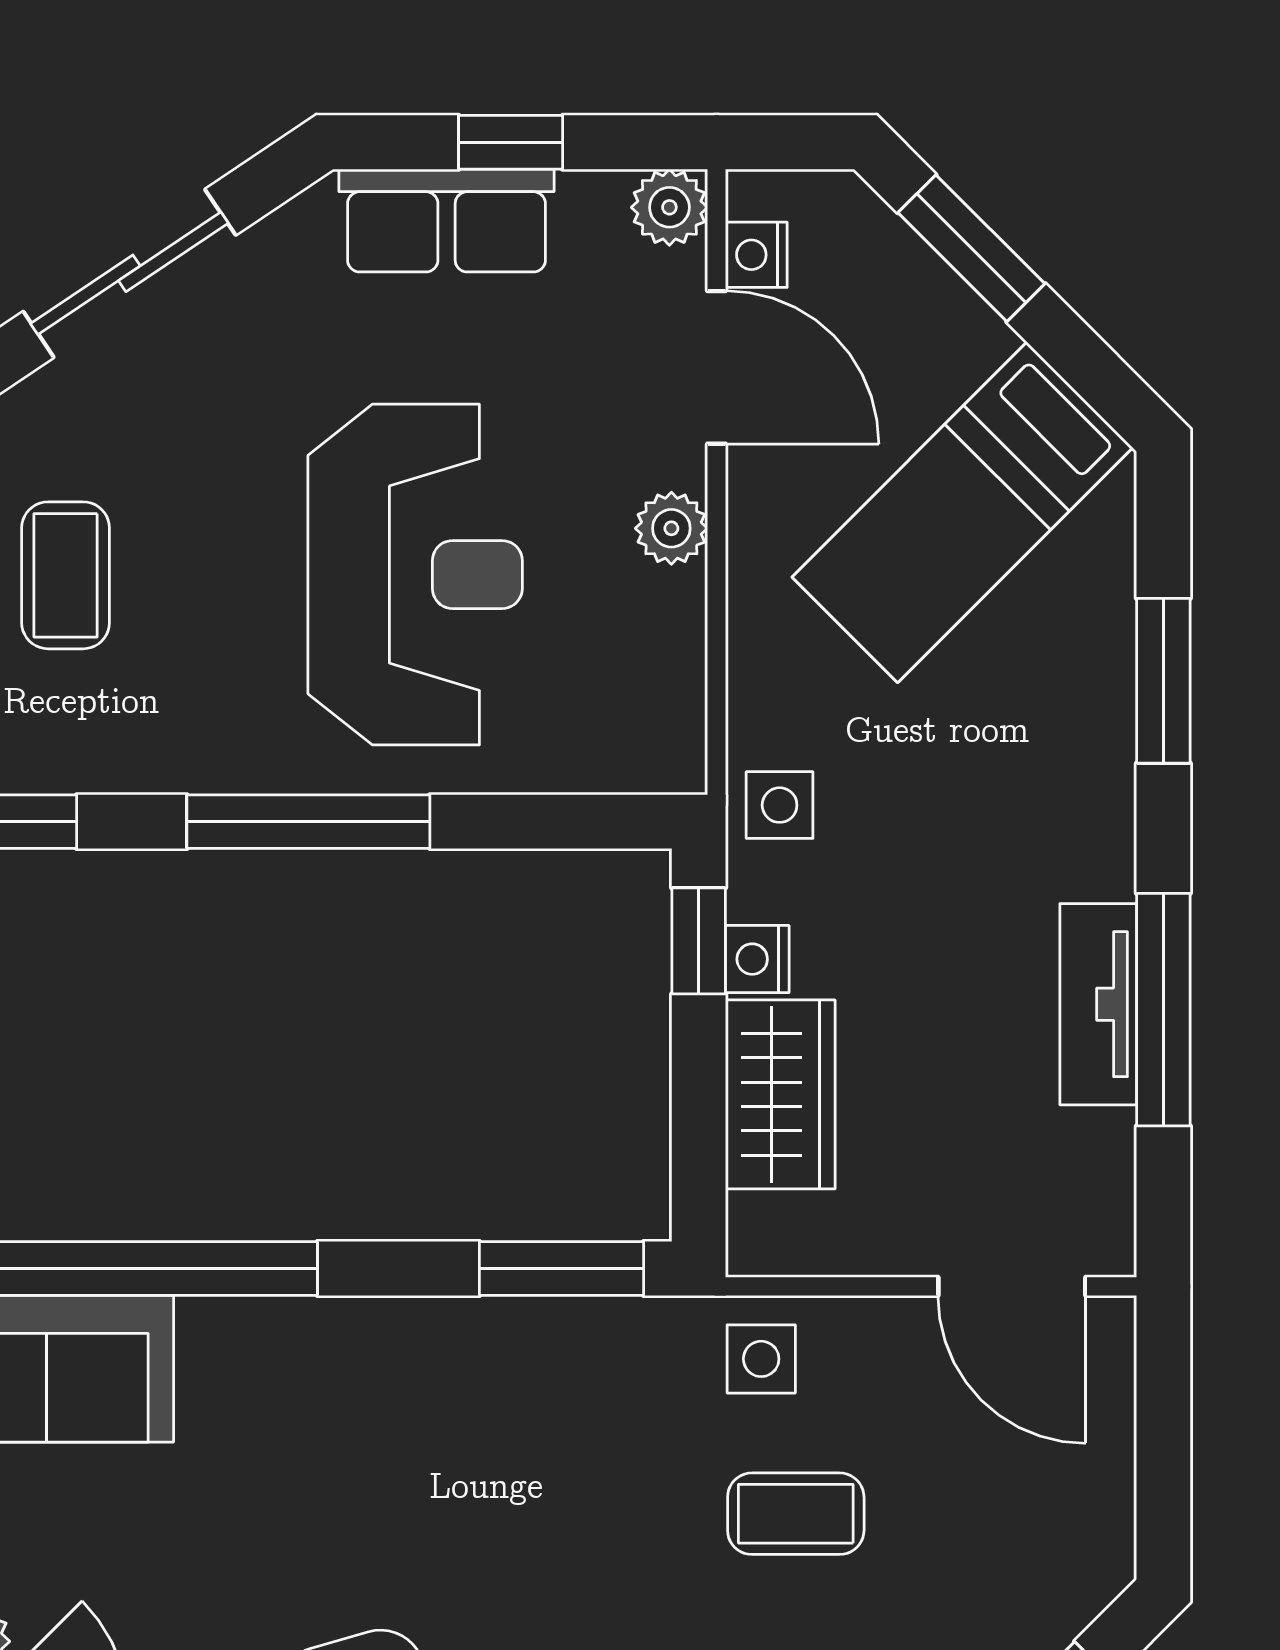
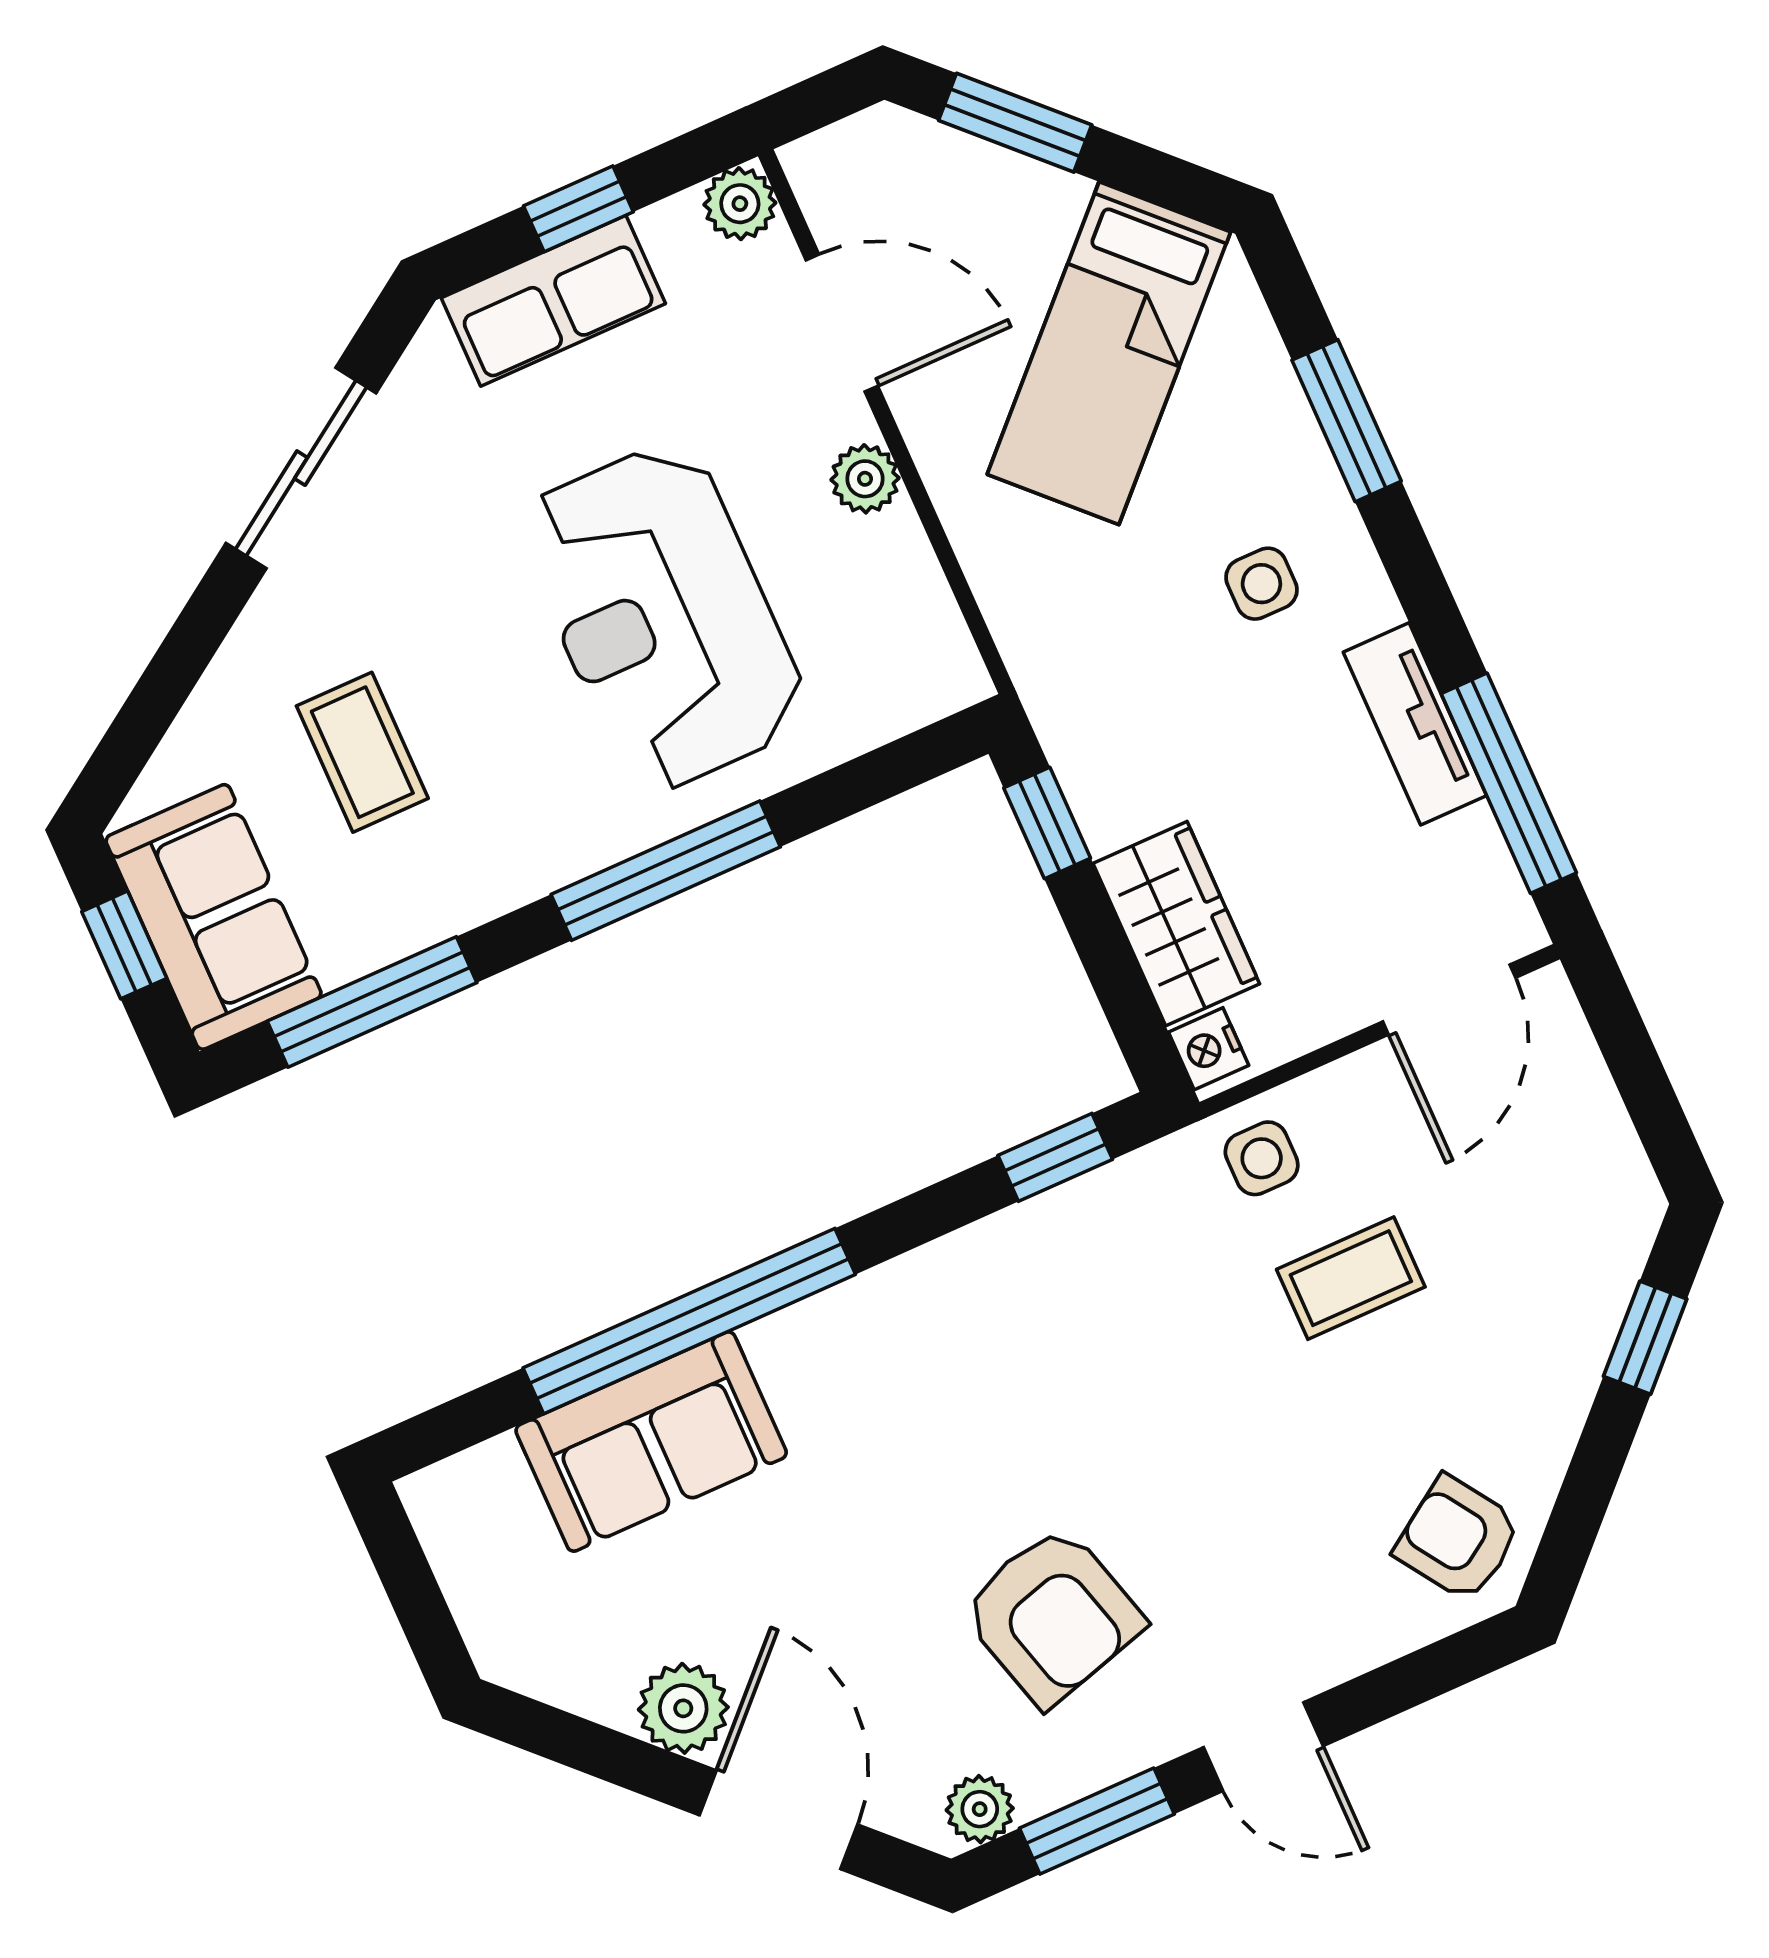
nightstand: (756, 255) -> (833, 211), removed
reception desk: (415, 575) -> (663, 617), turned 180
side table: (780, 805) -> (1261, 584), moved
nightstand: (757, 959) -> (1209, 1049), moved
window: (1163, 1010) -> (1509, 783), moved
window: (562, 1268) -> (1055, 1157), width x0.67
door: (1012, 1286) -> (1449, 1000), hinge flipped

